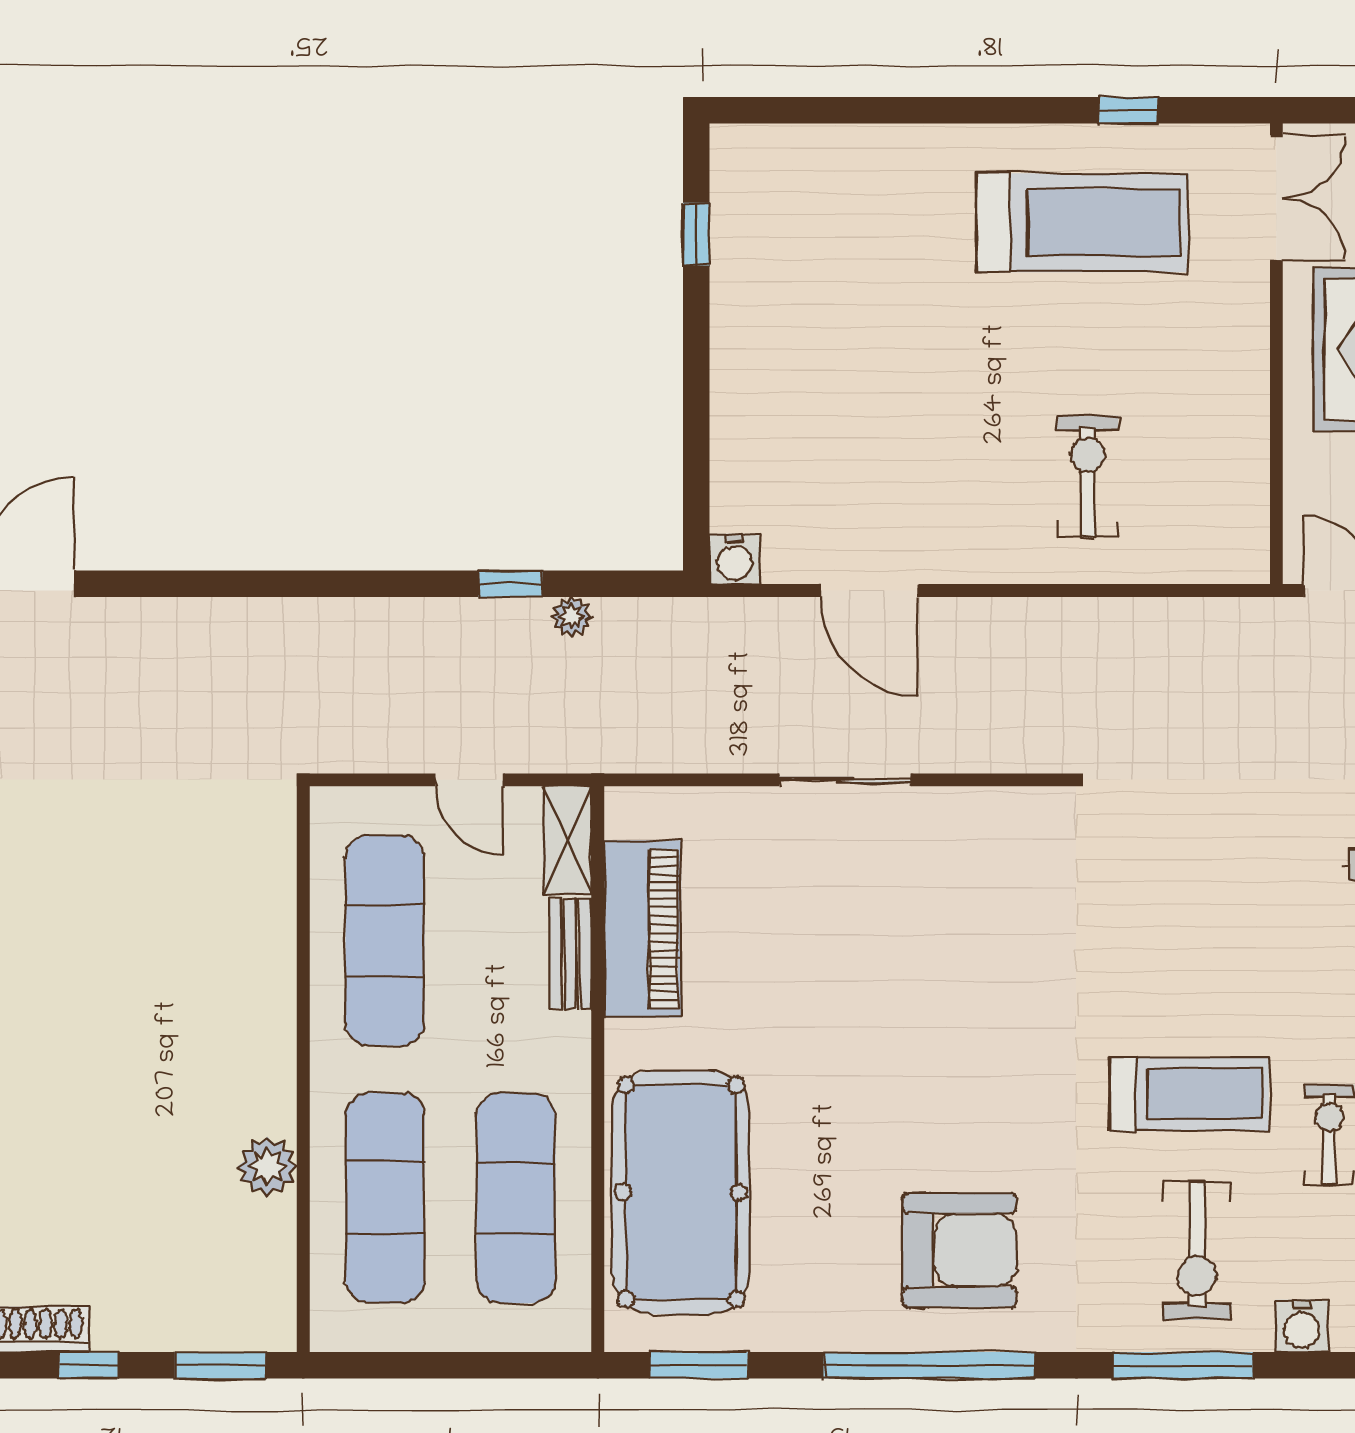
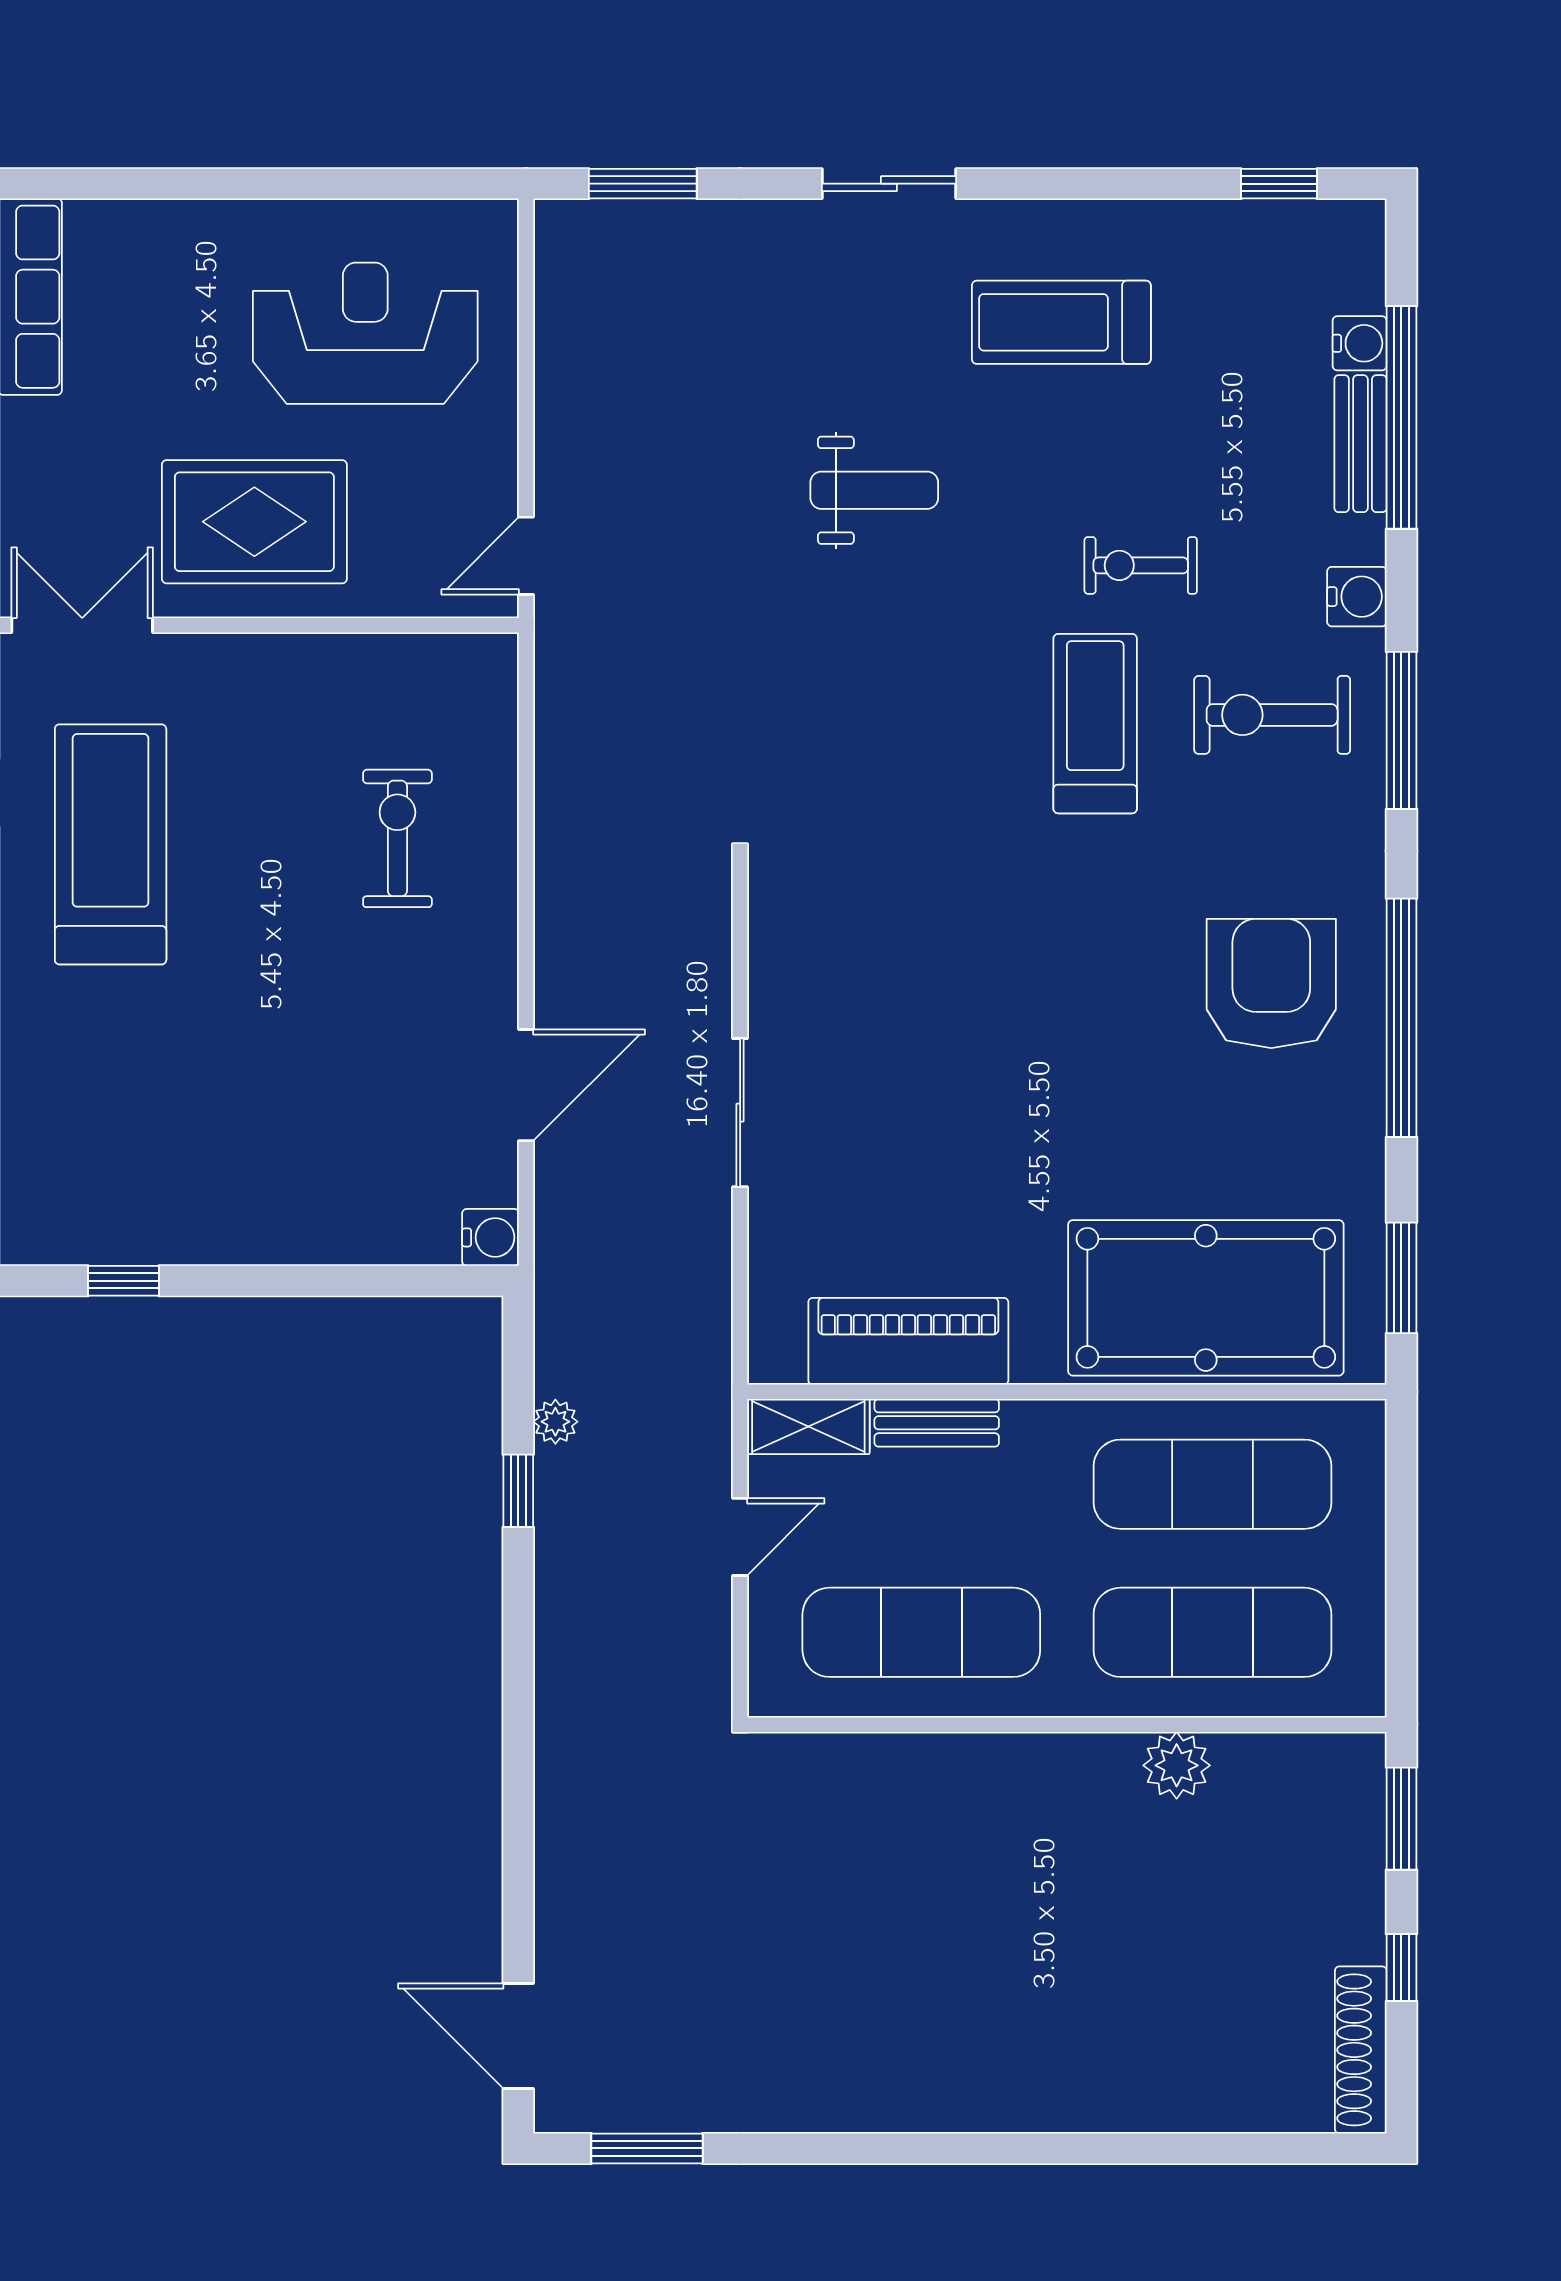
exercise bike: (1088, 477) -> (397, 838), turned 90
exercise bike: (1197, 1251) -> (1272, 715), turned 180

